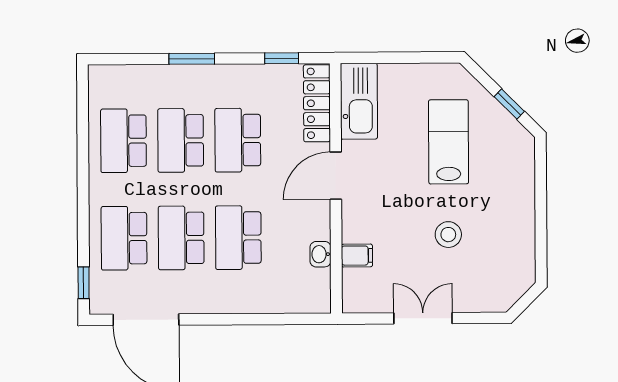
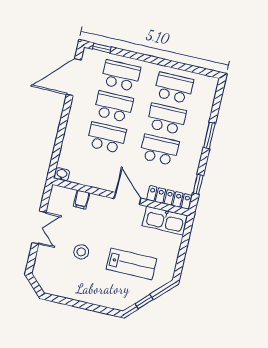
washbasin: (320, 254) -> (62, 174), moved

